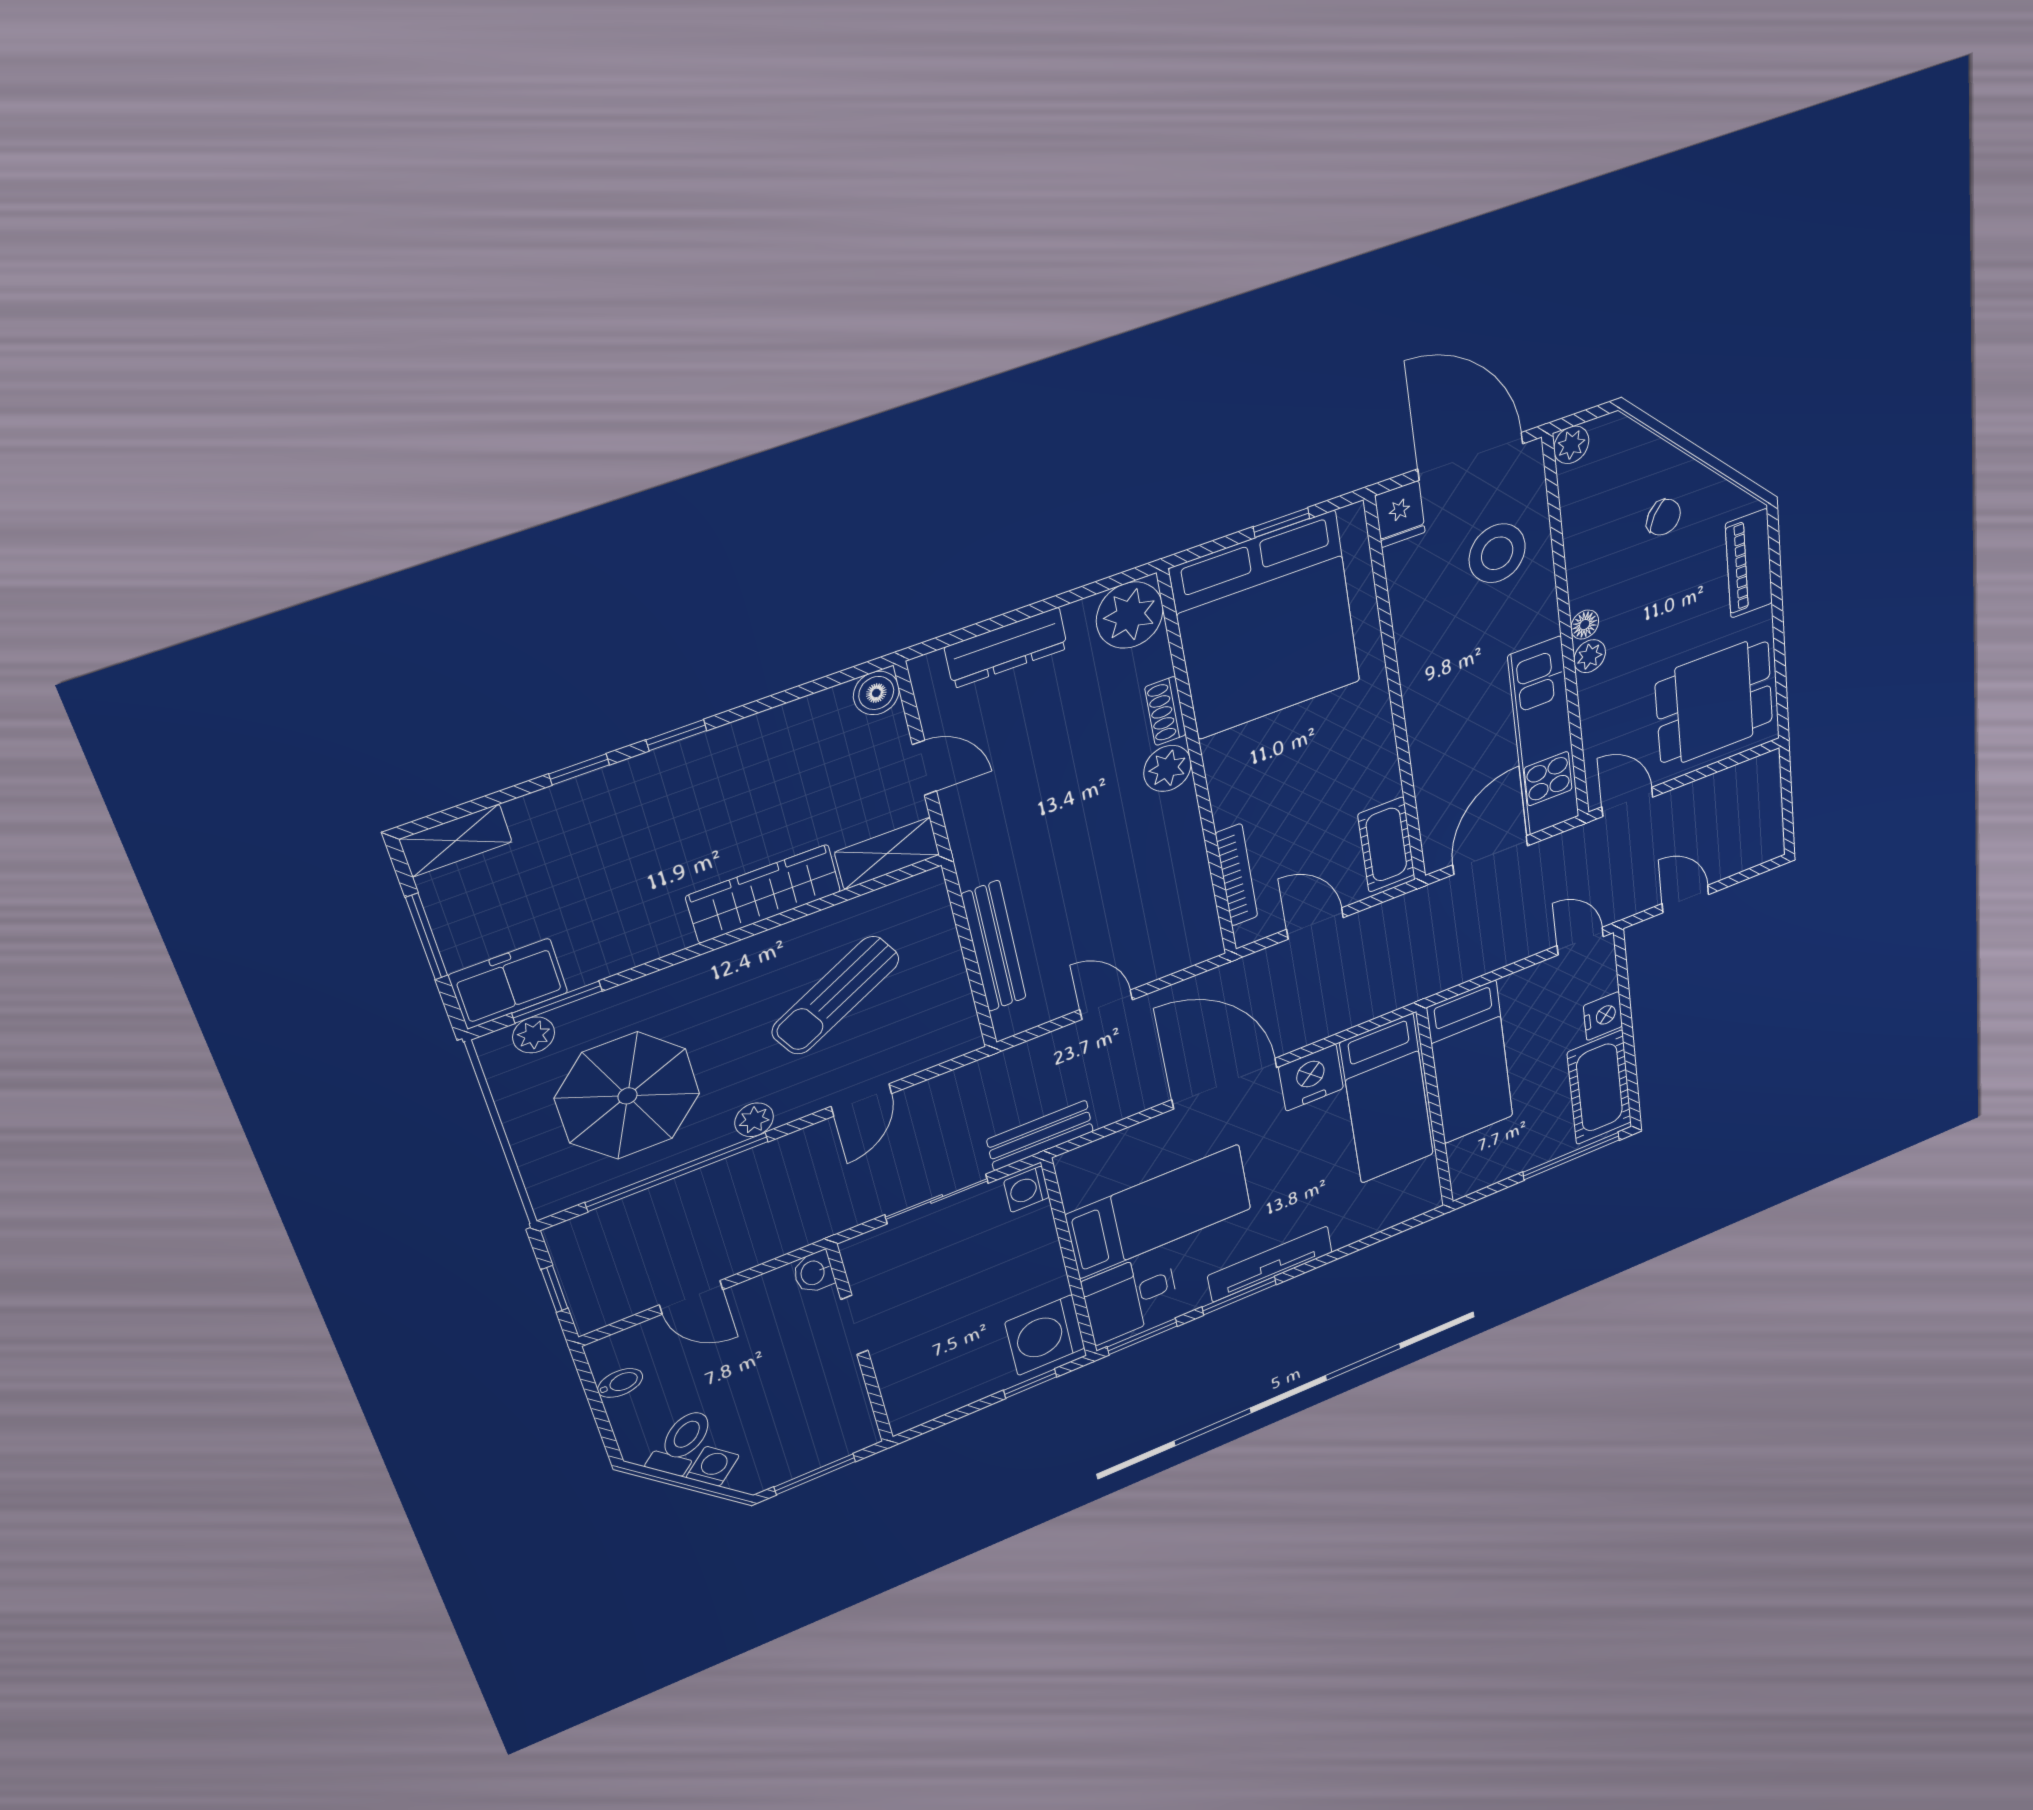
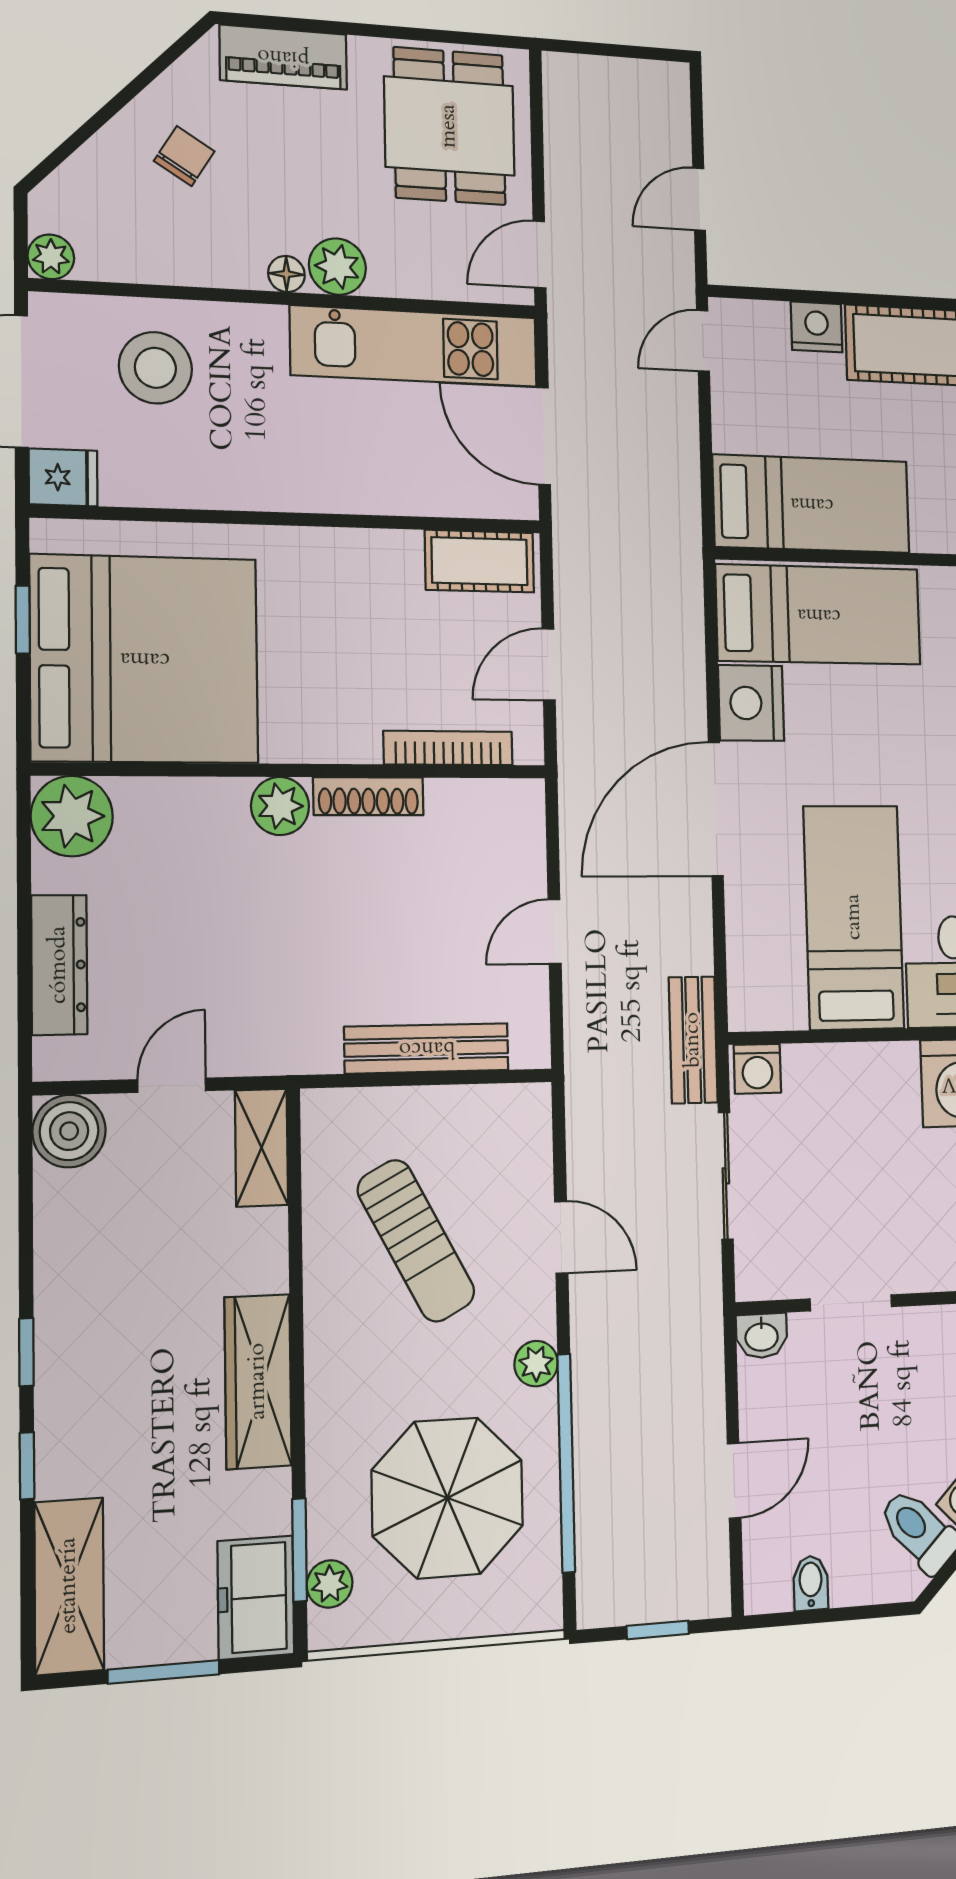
plant: (1590, 656) -> (337, 267), width x1.38, depth x1.38
boiler: (876, 693) -> (69, 1131), width x1.36, depth x1.36
shoe rack: (1165, 711) -> (368, 796), moved, width x1.43
shelving: (456, 841) -> (69, 1586), width x1.50, depth x1.33
wardrobe: (764, 894) -> (258, 1381), moved

